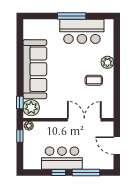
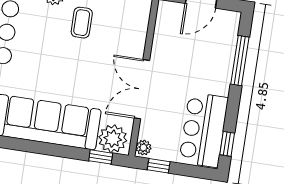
double door: (84, 120) -> (142, 89), moved
bar counter: (62, 158) -> (204, 130), moved
window: (59, 172) -> (227, 144), moved

